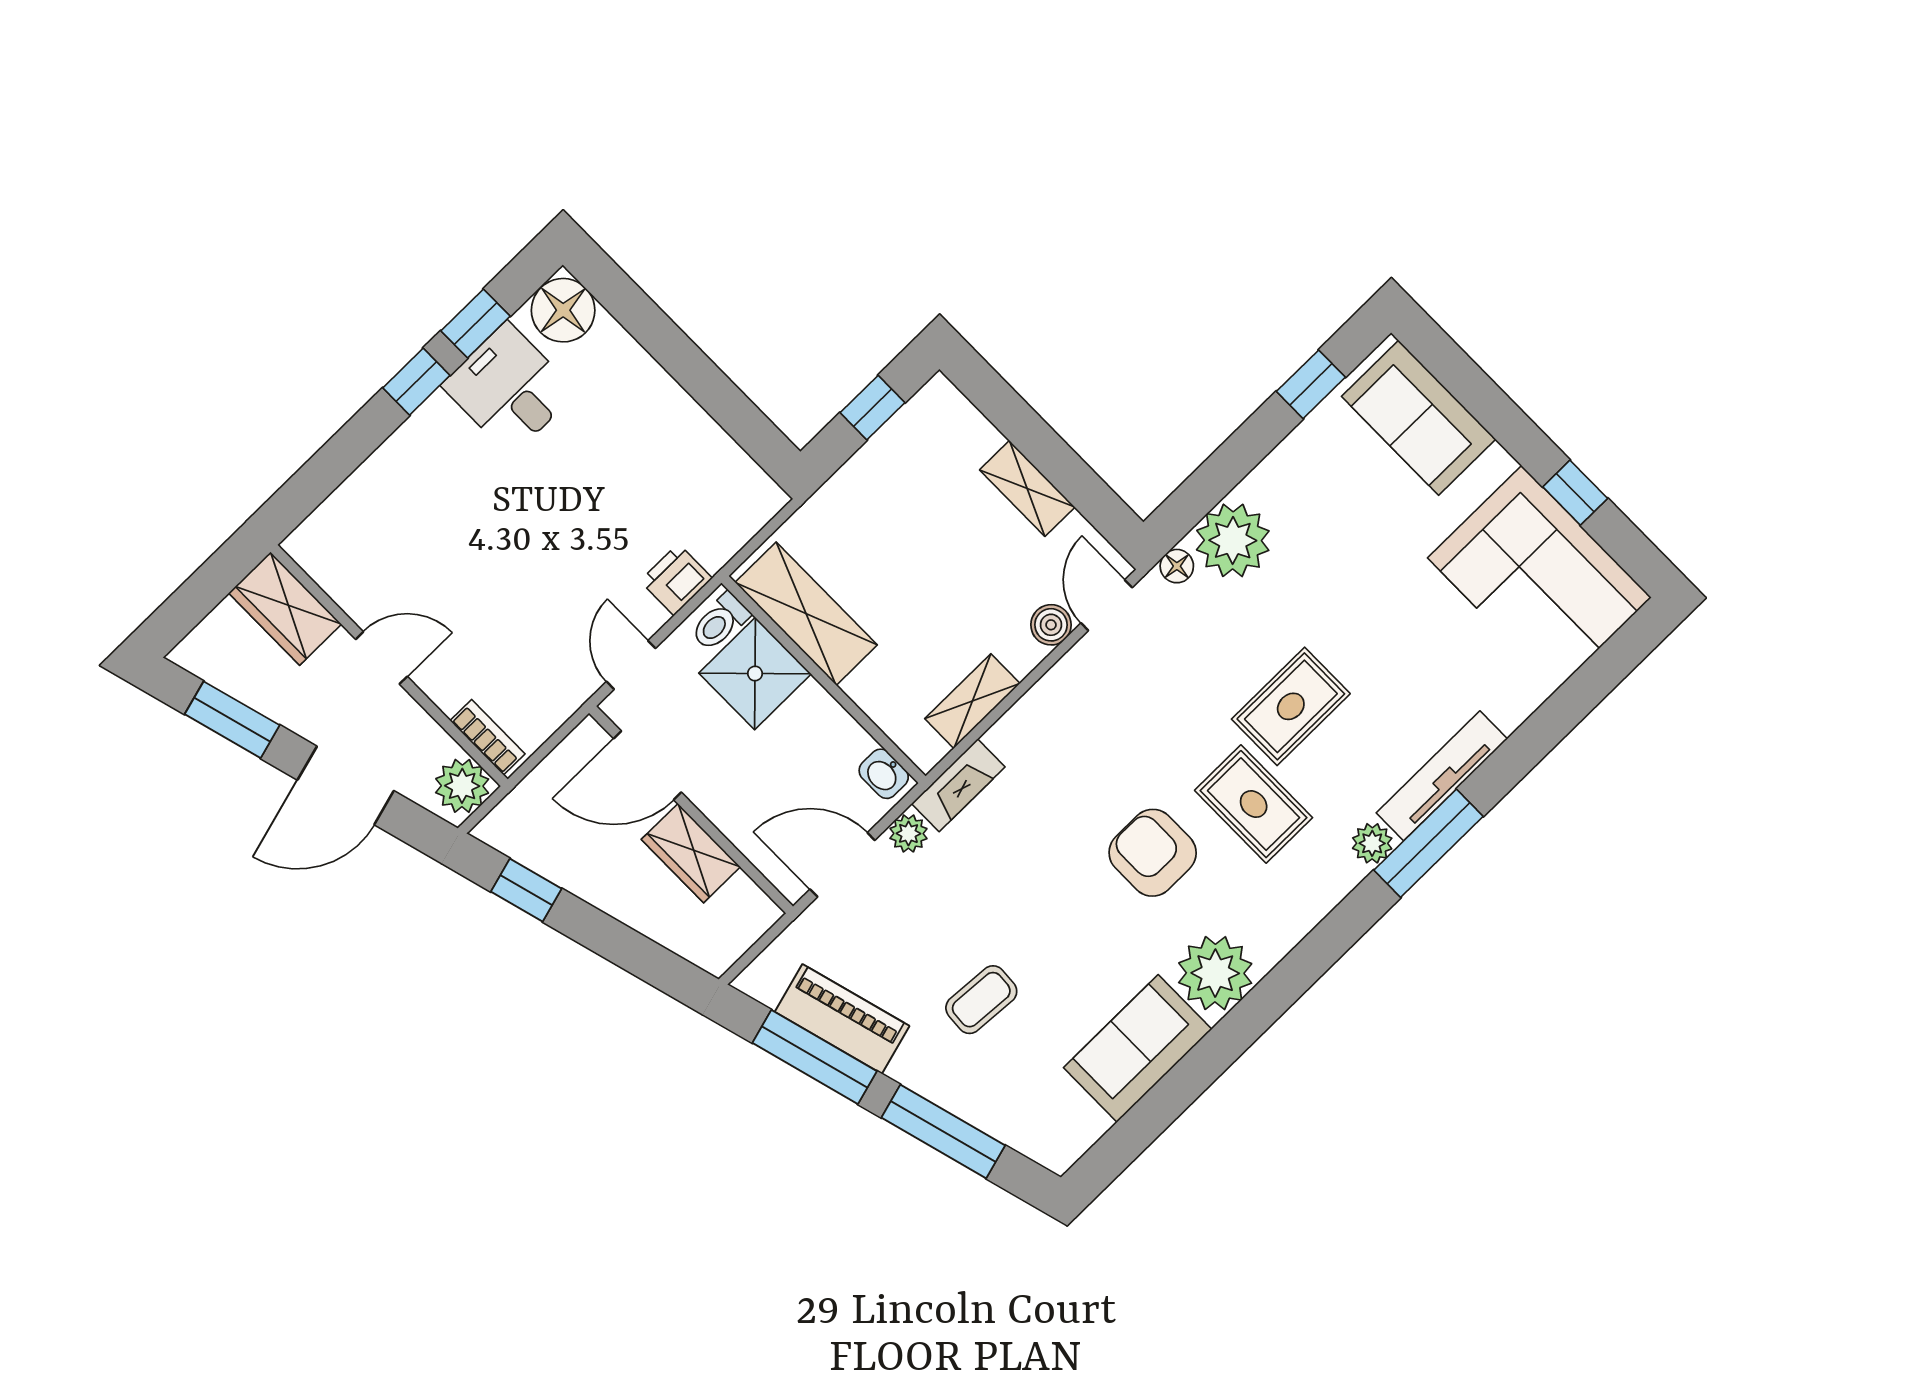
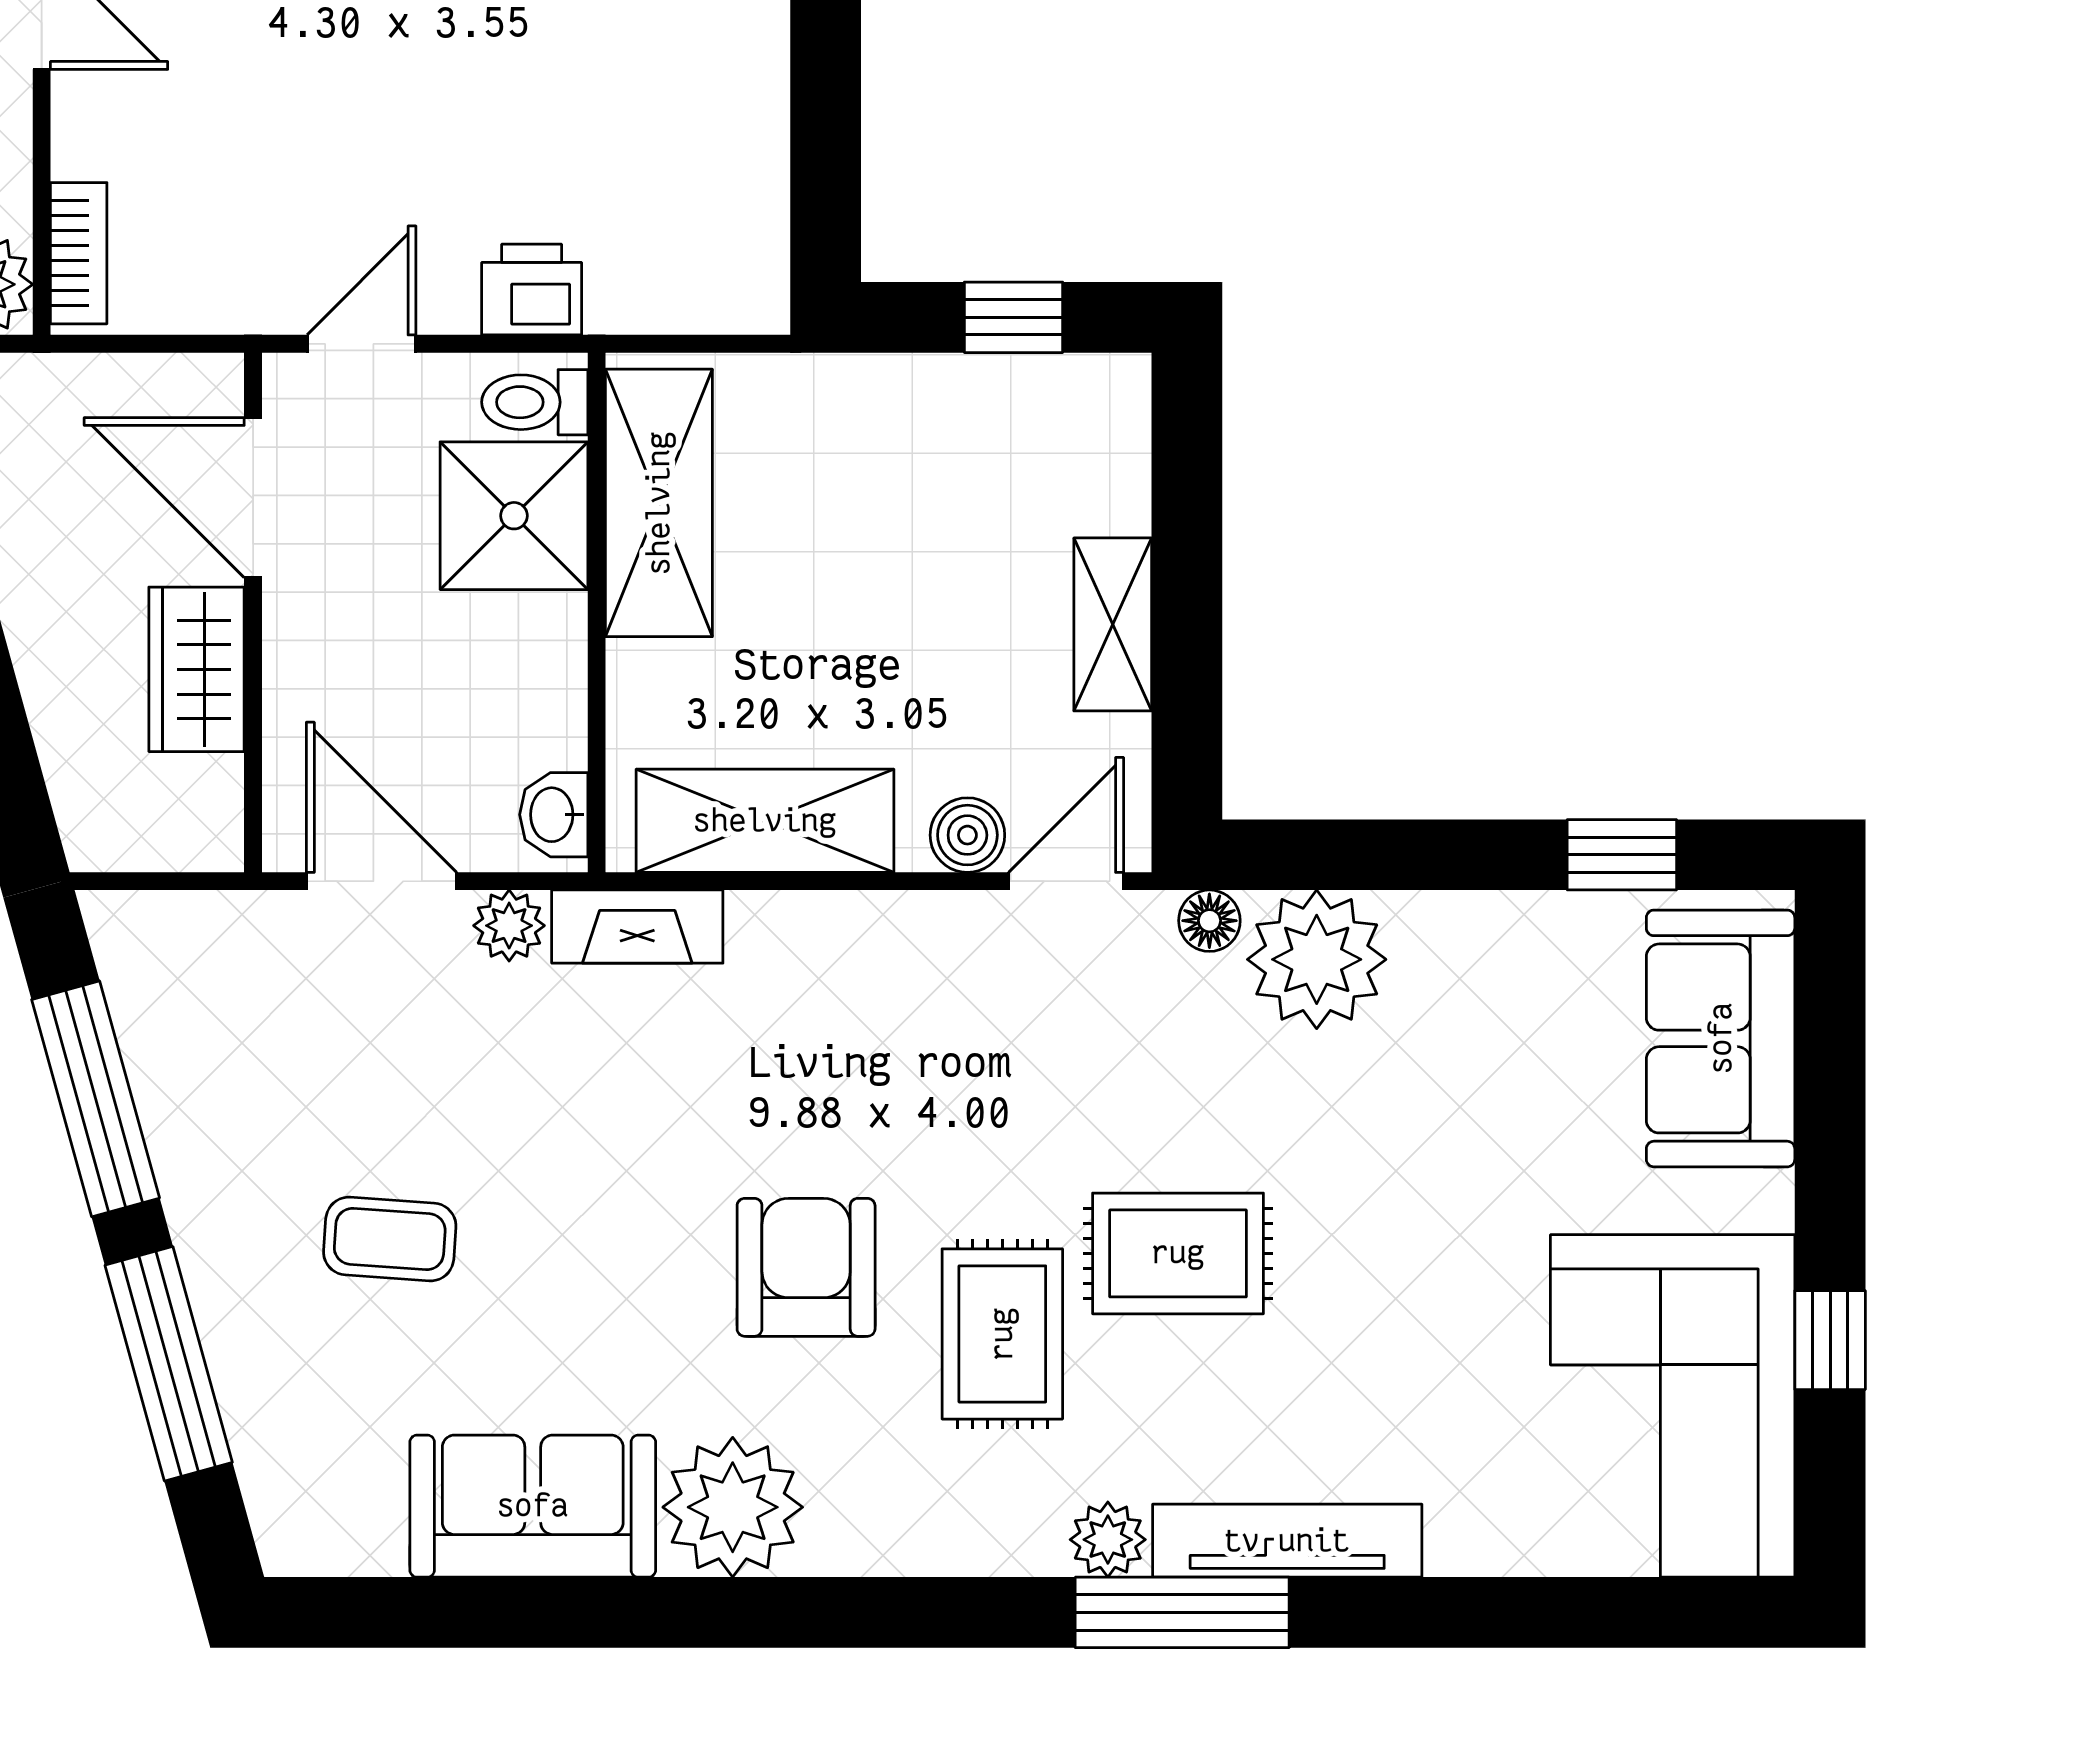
shelving: (972, 701) -> (765, 821), width x1.50, depth x1.33
piano: (842, 1019) -> (181, 1084), removed

